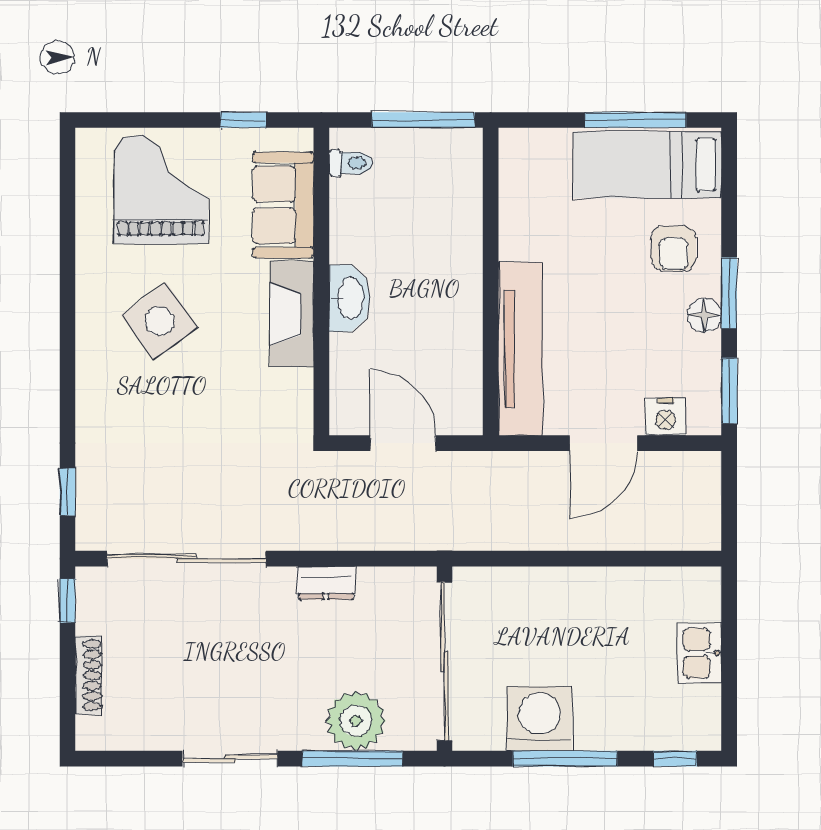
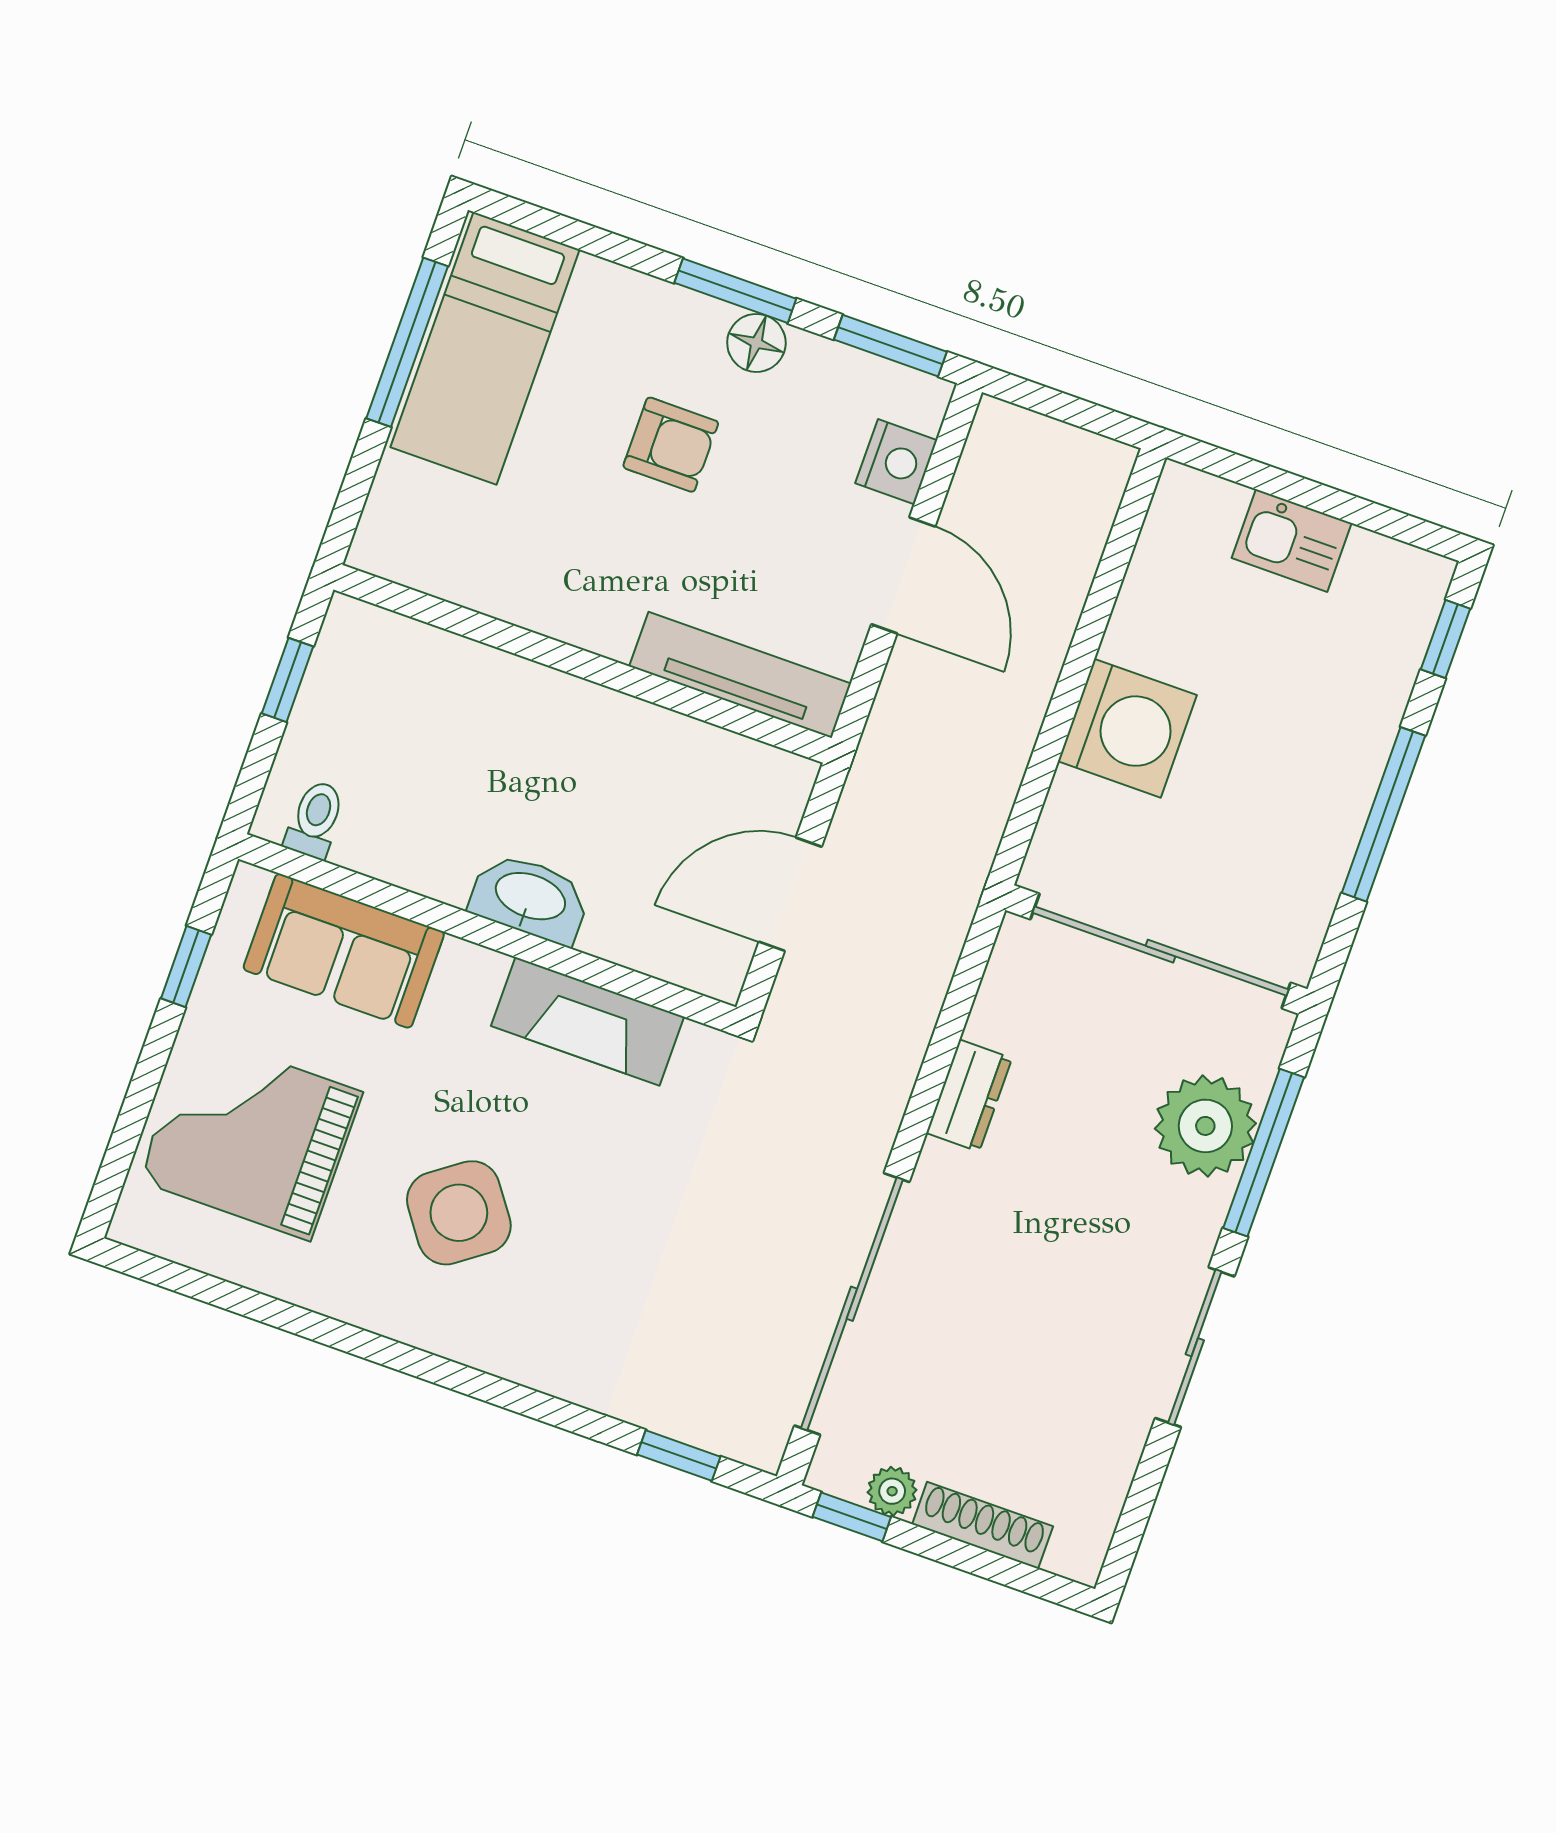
window: (423, 120) -> (288, 680), width x0.46
armchair: (674, 248) -> (671, 445), moved
fireplace: (292, 314) -> (587, 1021), moved
tv unit: (521, 349) -> (740, 675), width x0.73, depth x0.78
plant: (90, 618) -> (892, 1491), added
washing machine: (539, 719) -> (1127, 728), moved, turned 180

